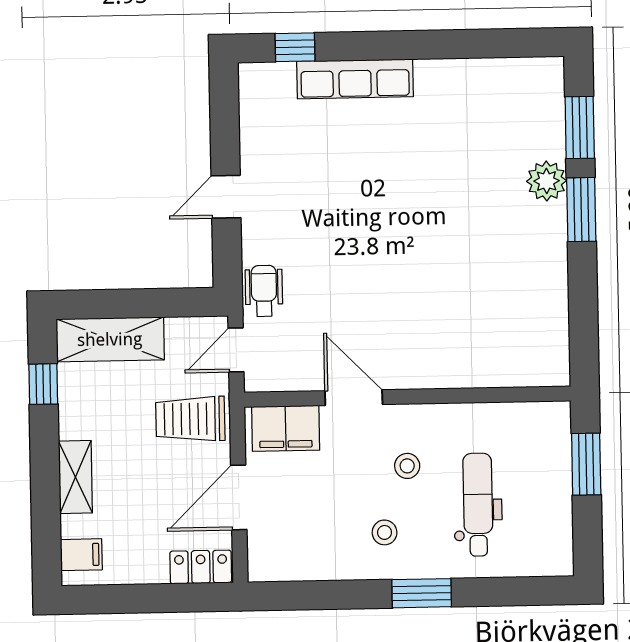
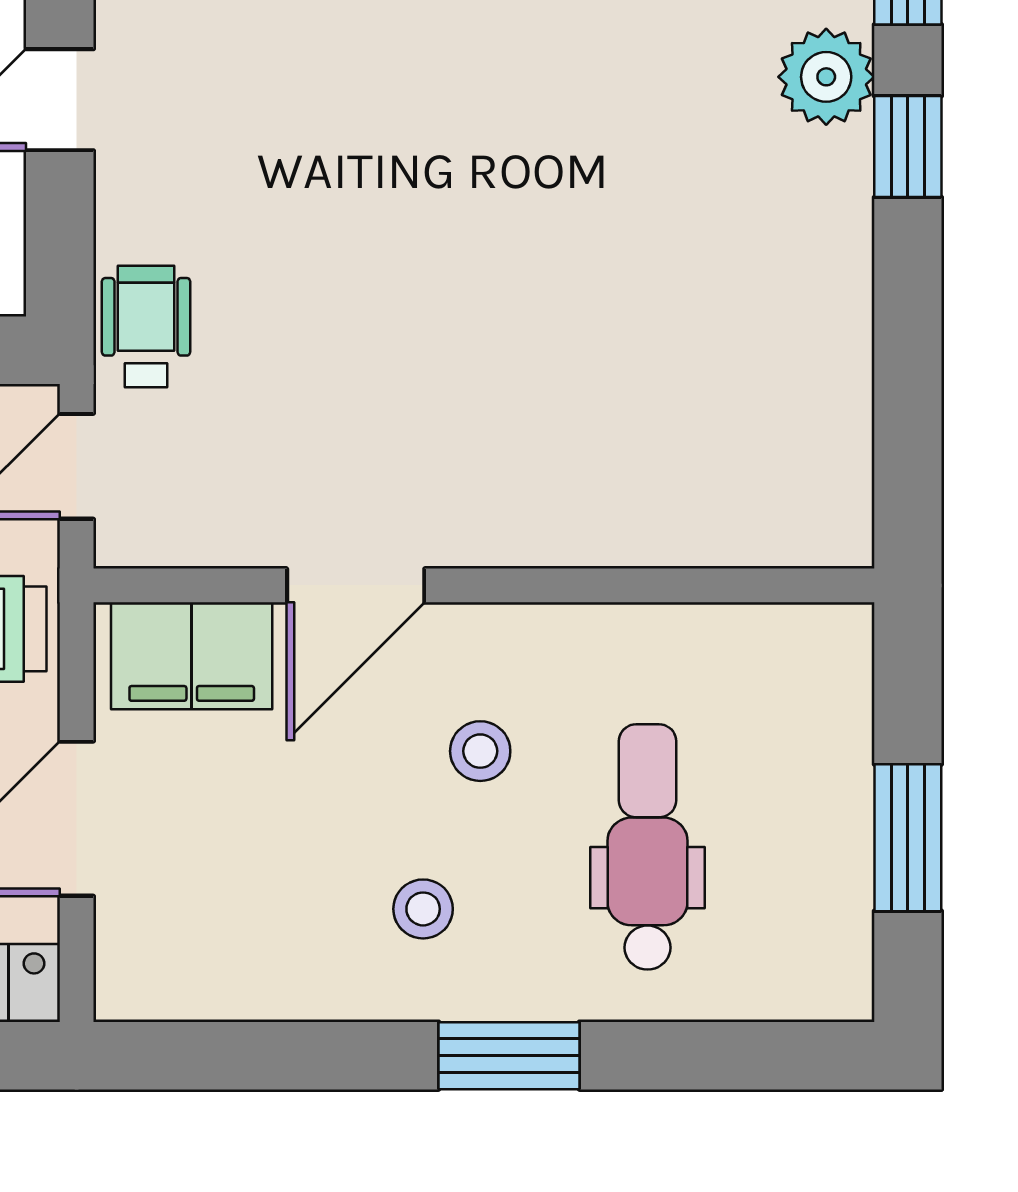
window: (581, 210) -> (908, 147), width x0.67
door: (354, 398) -> (356, 585), swing flipped
window: (586, 464) -> (908, 838), moved

